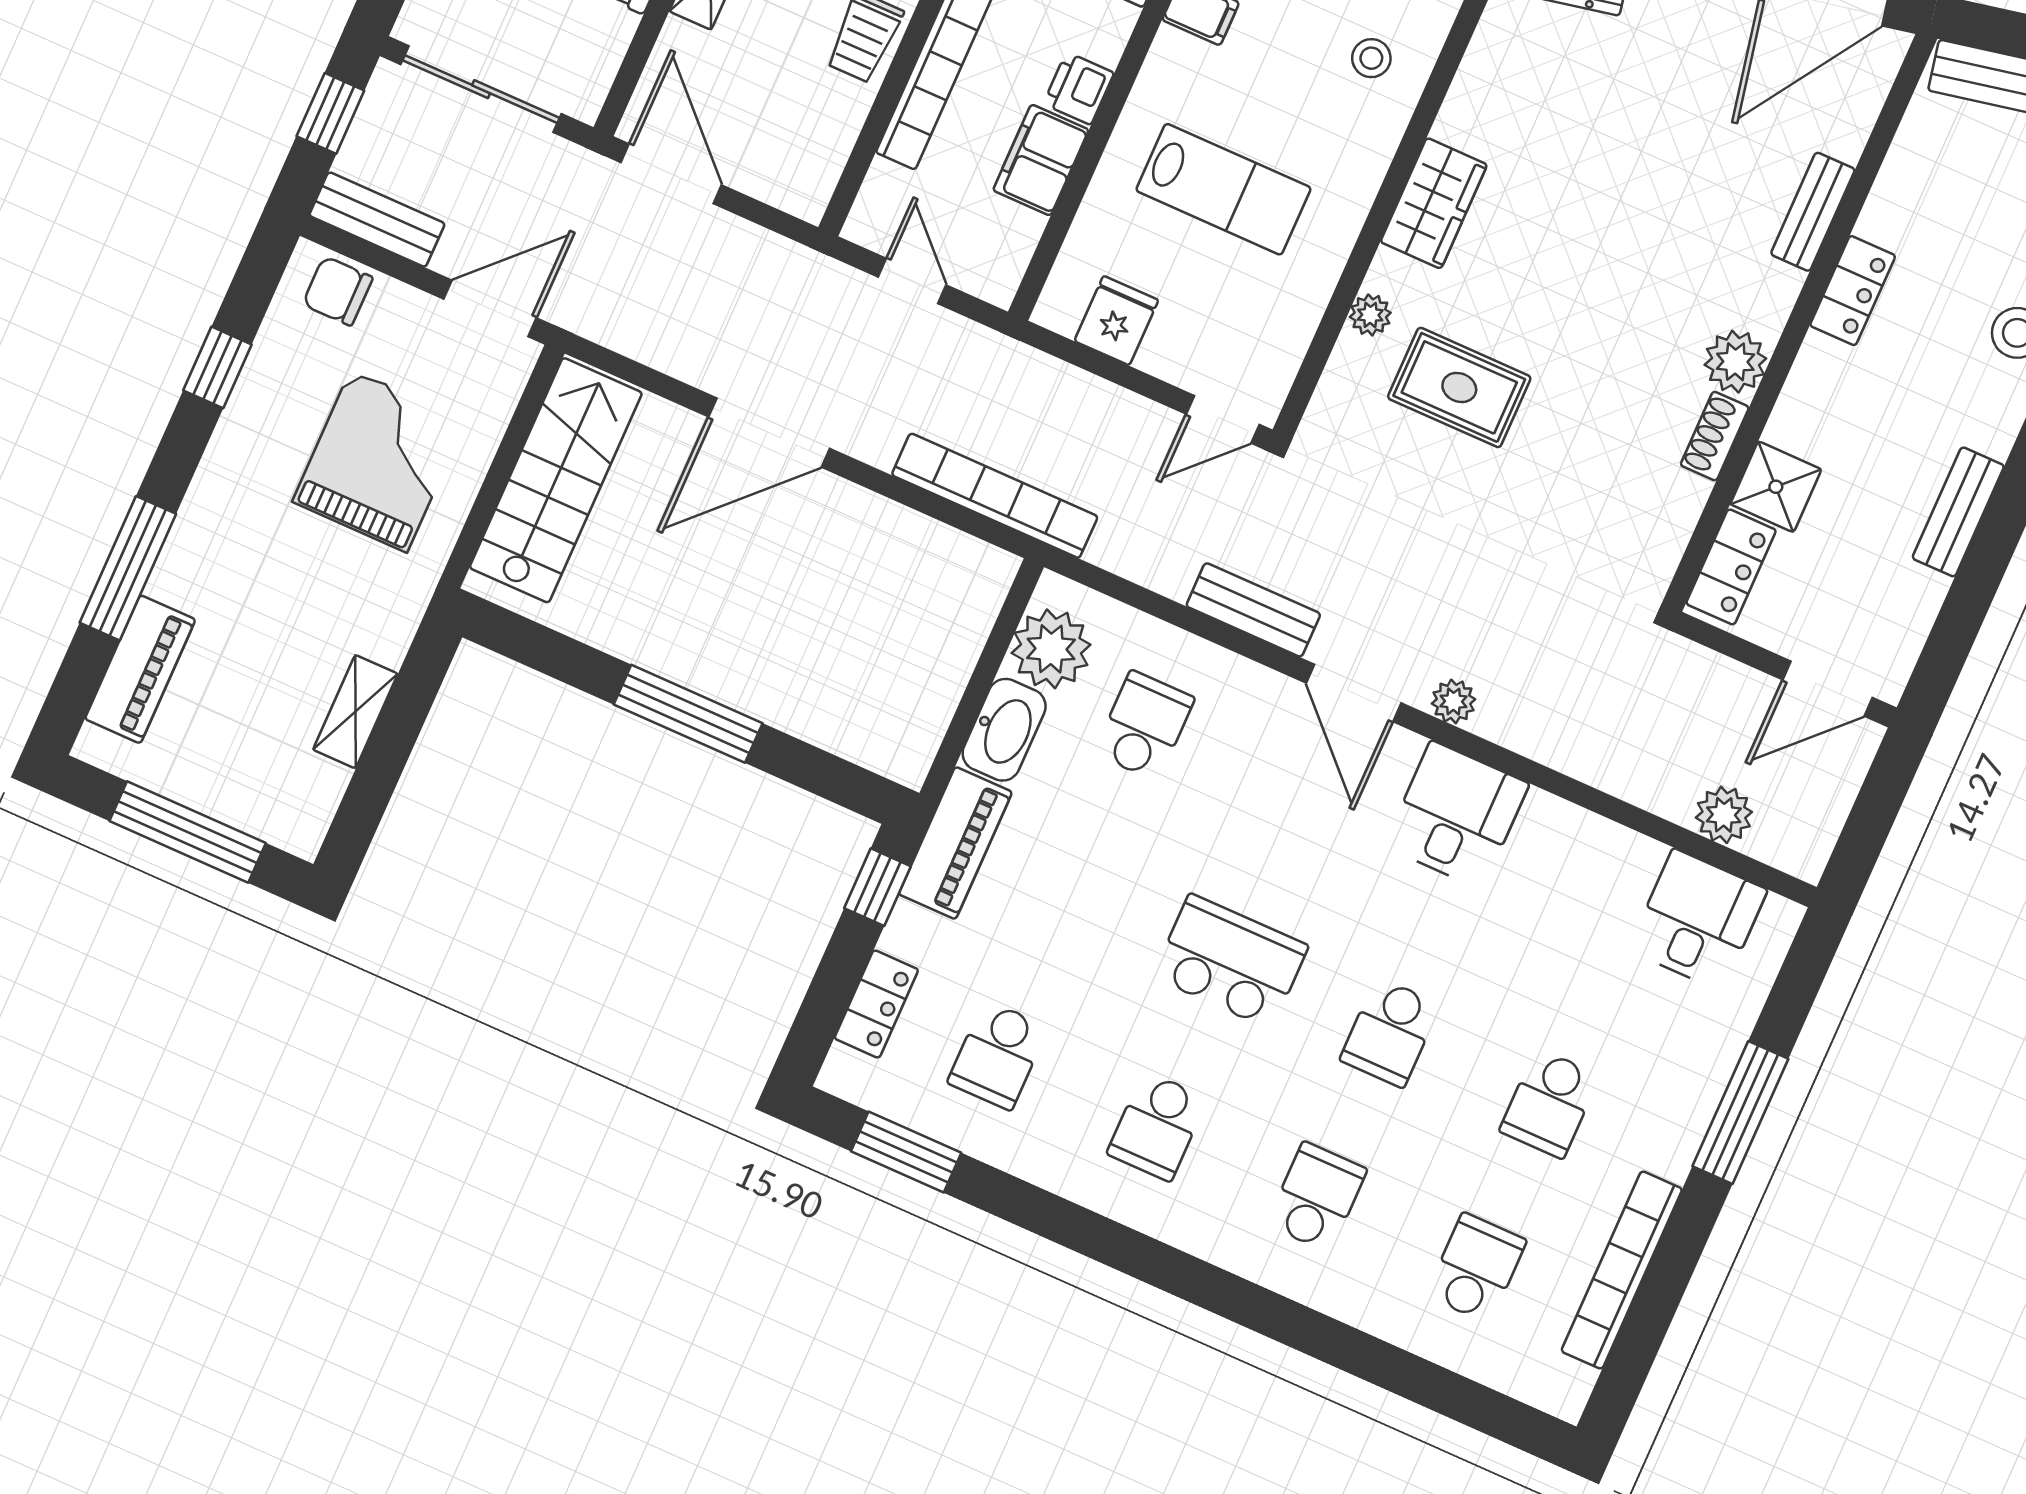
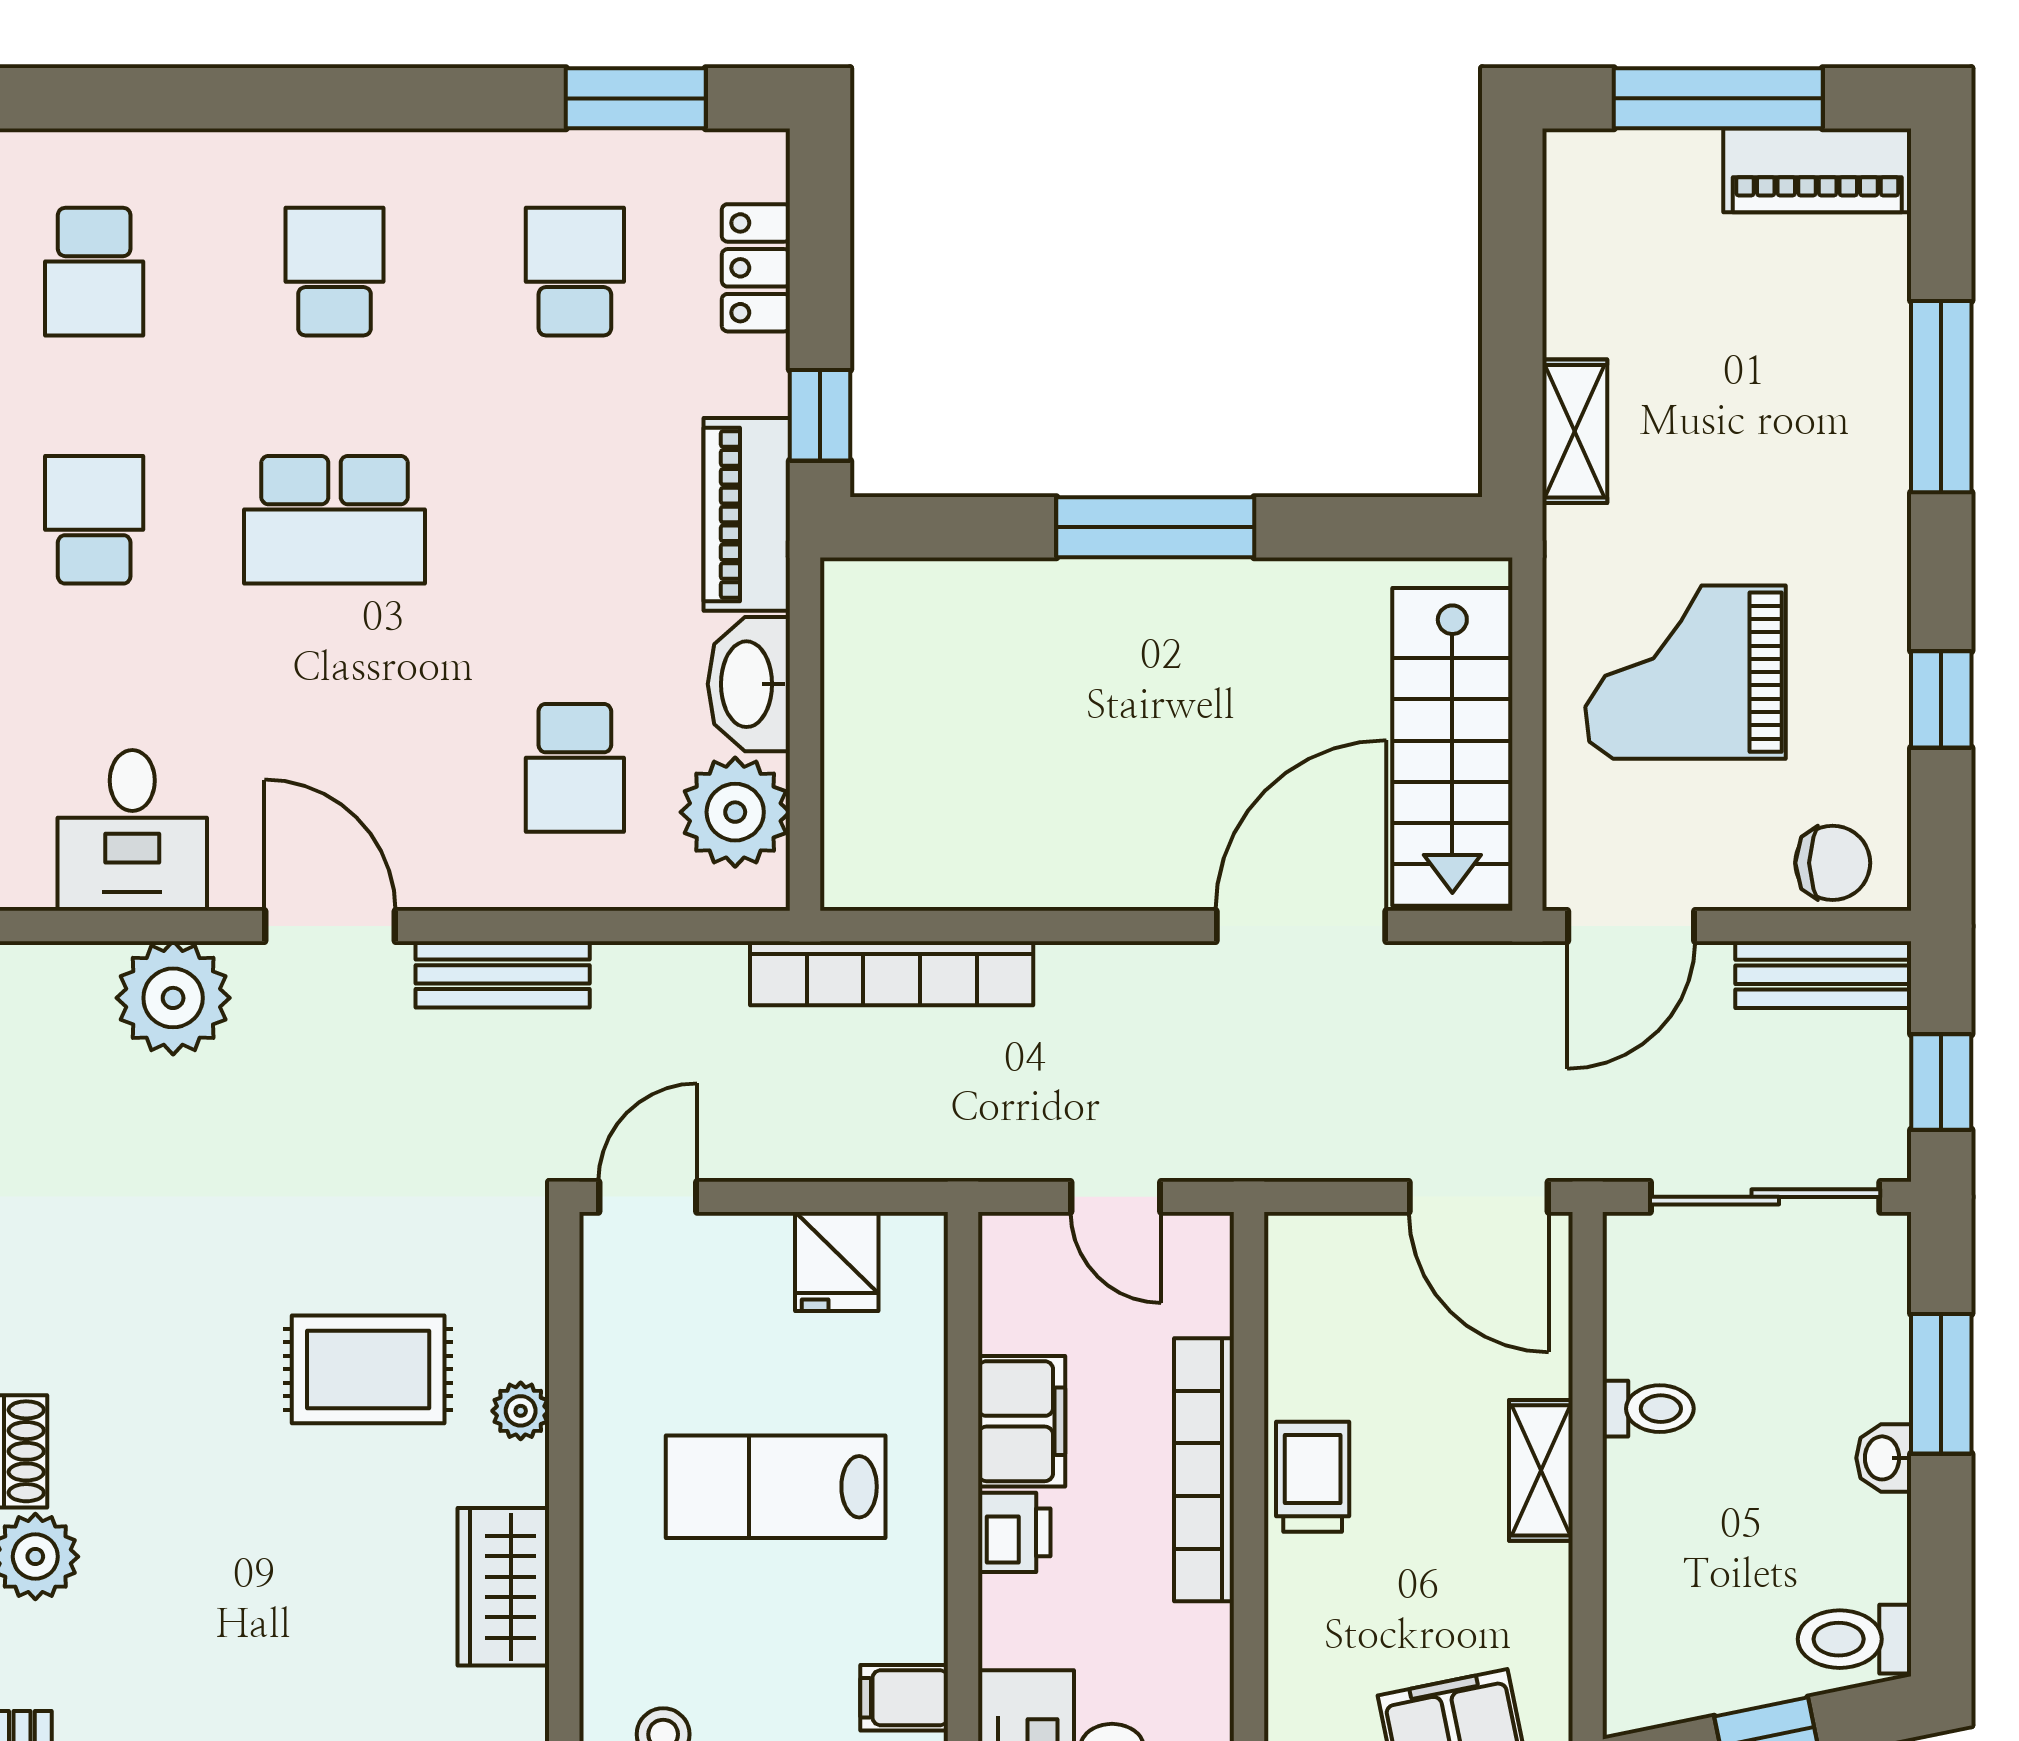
door: (769, 433) -> (1301, 926), moved
grand piano: (379, 461) -> (1686, 672), turned 90
piano: (140, 669) -> (1817, 170), moved, turned -90
plant: (1454, 701) -> (173, 998), width x1.87, depth x1.87
shelving: (355, 712) -> (1575, 431), moved

